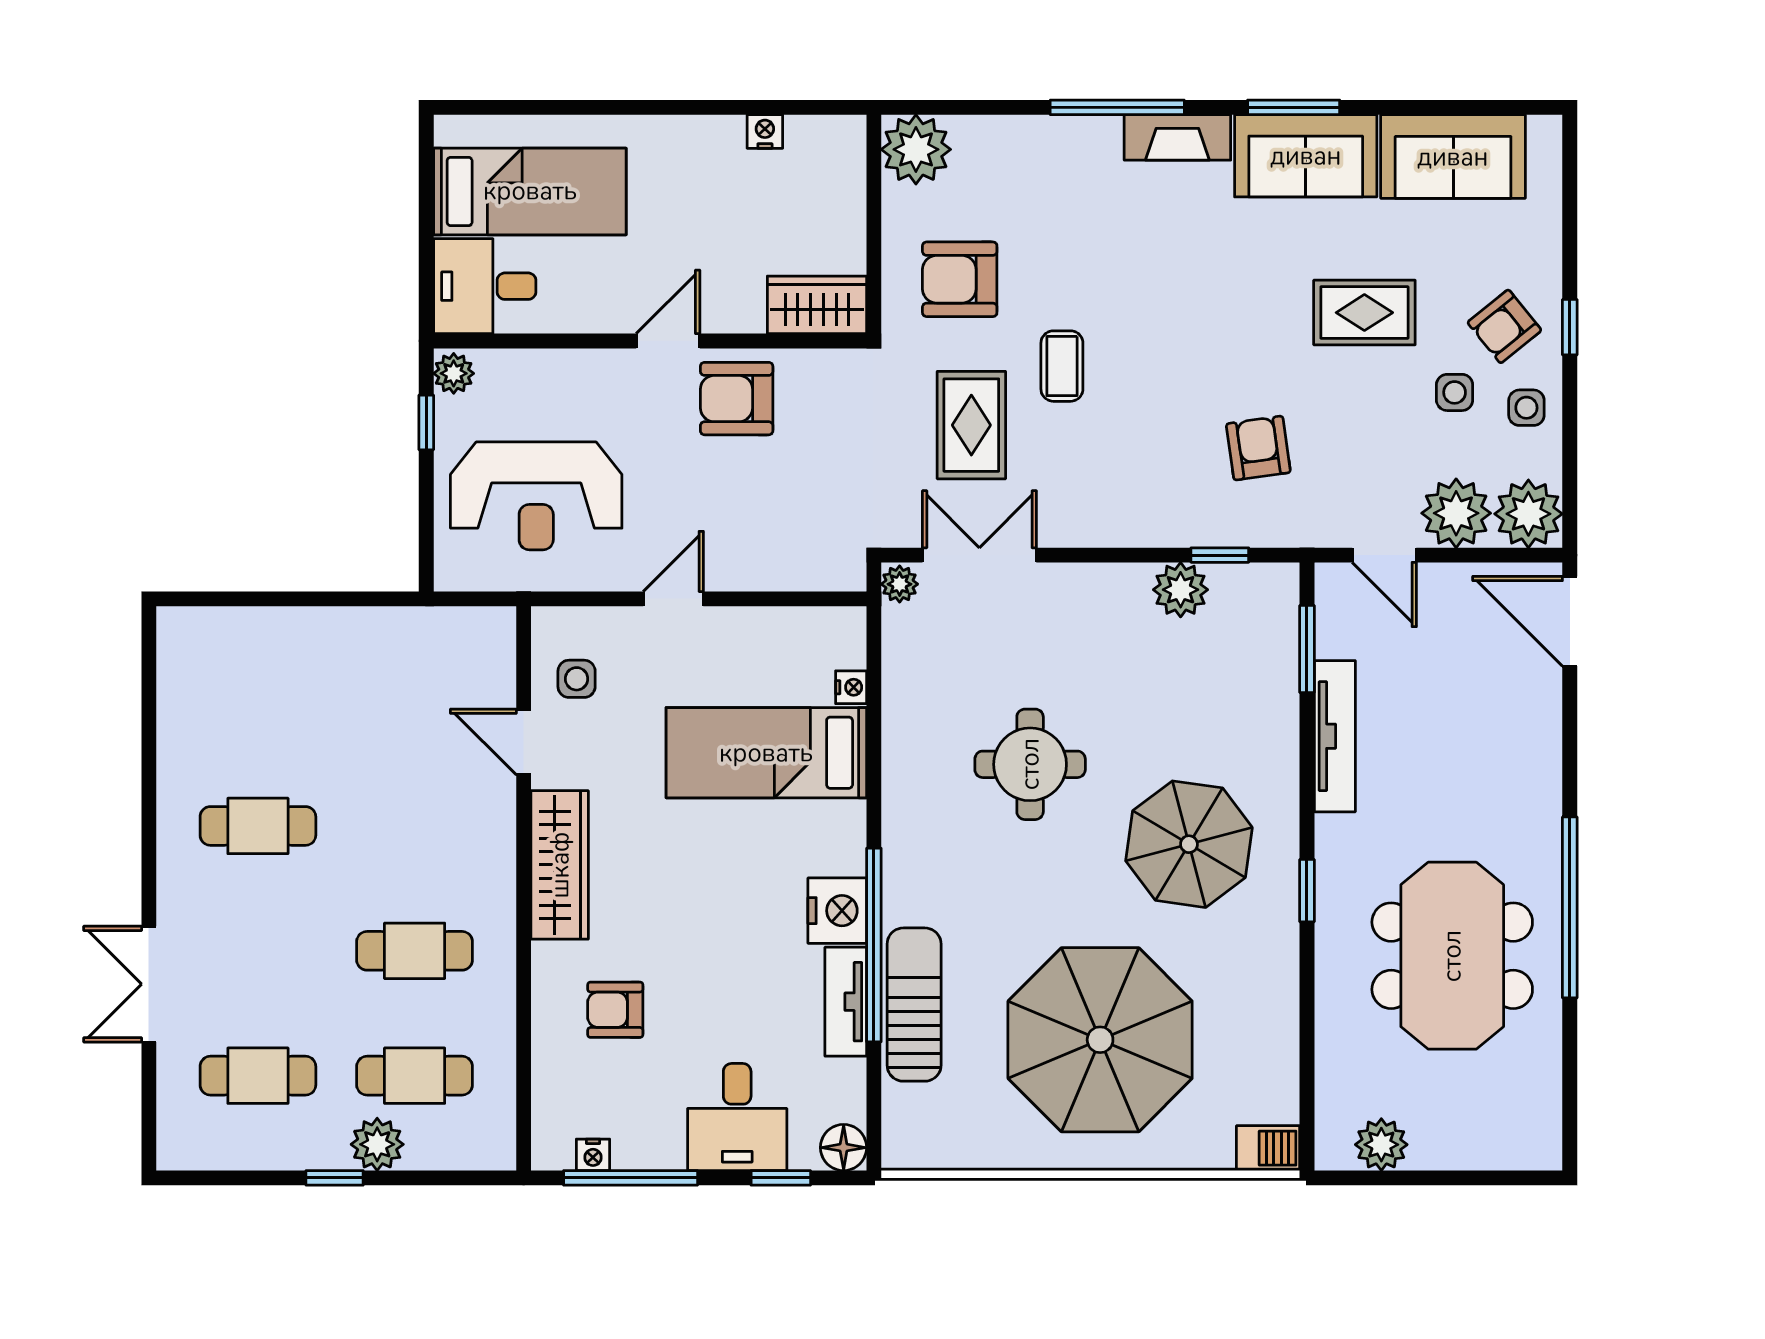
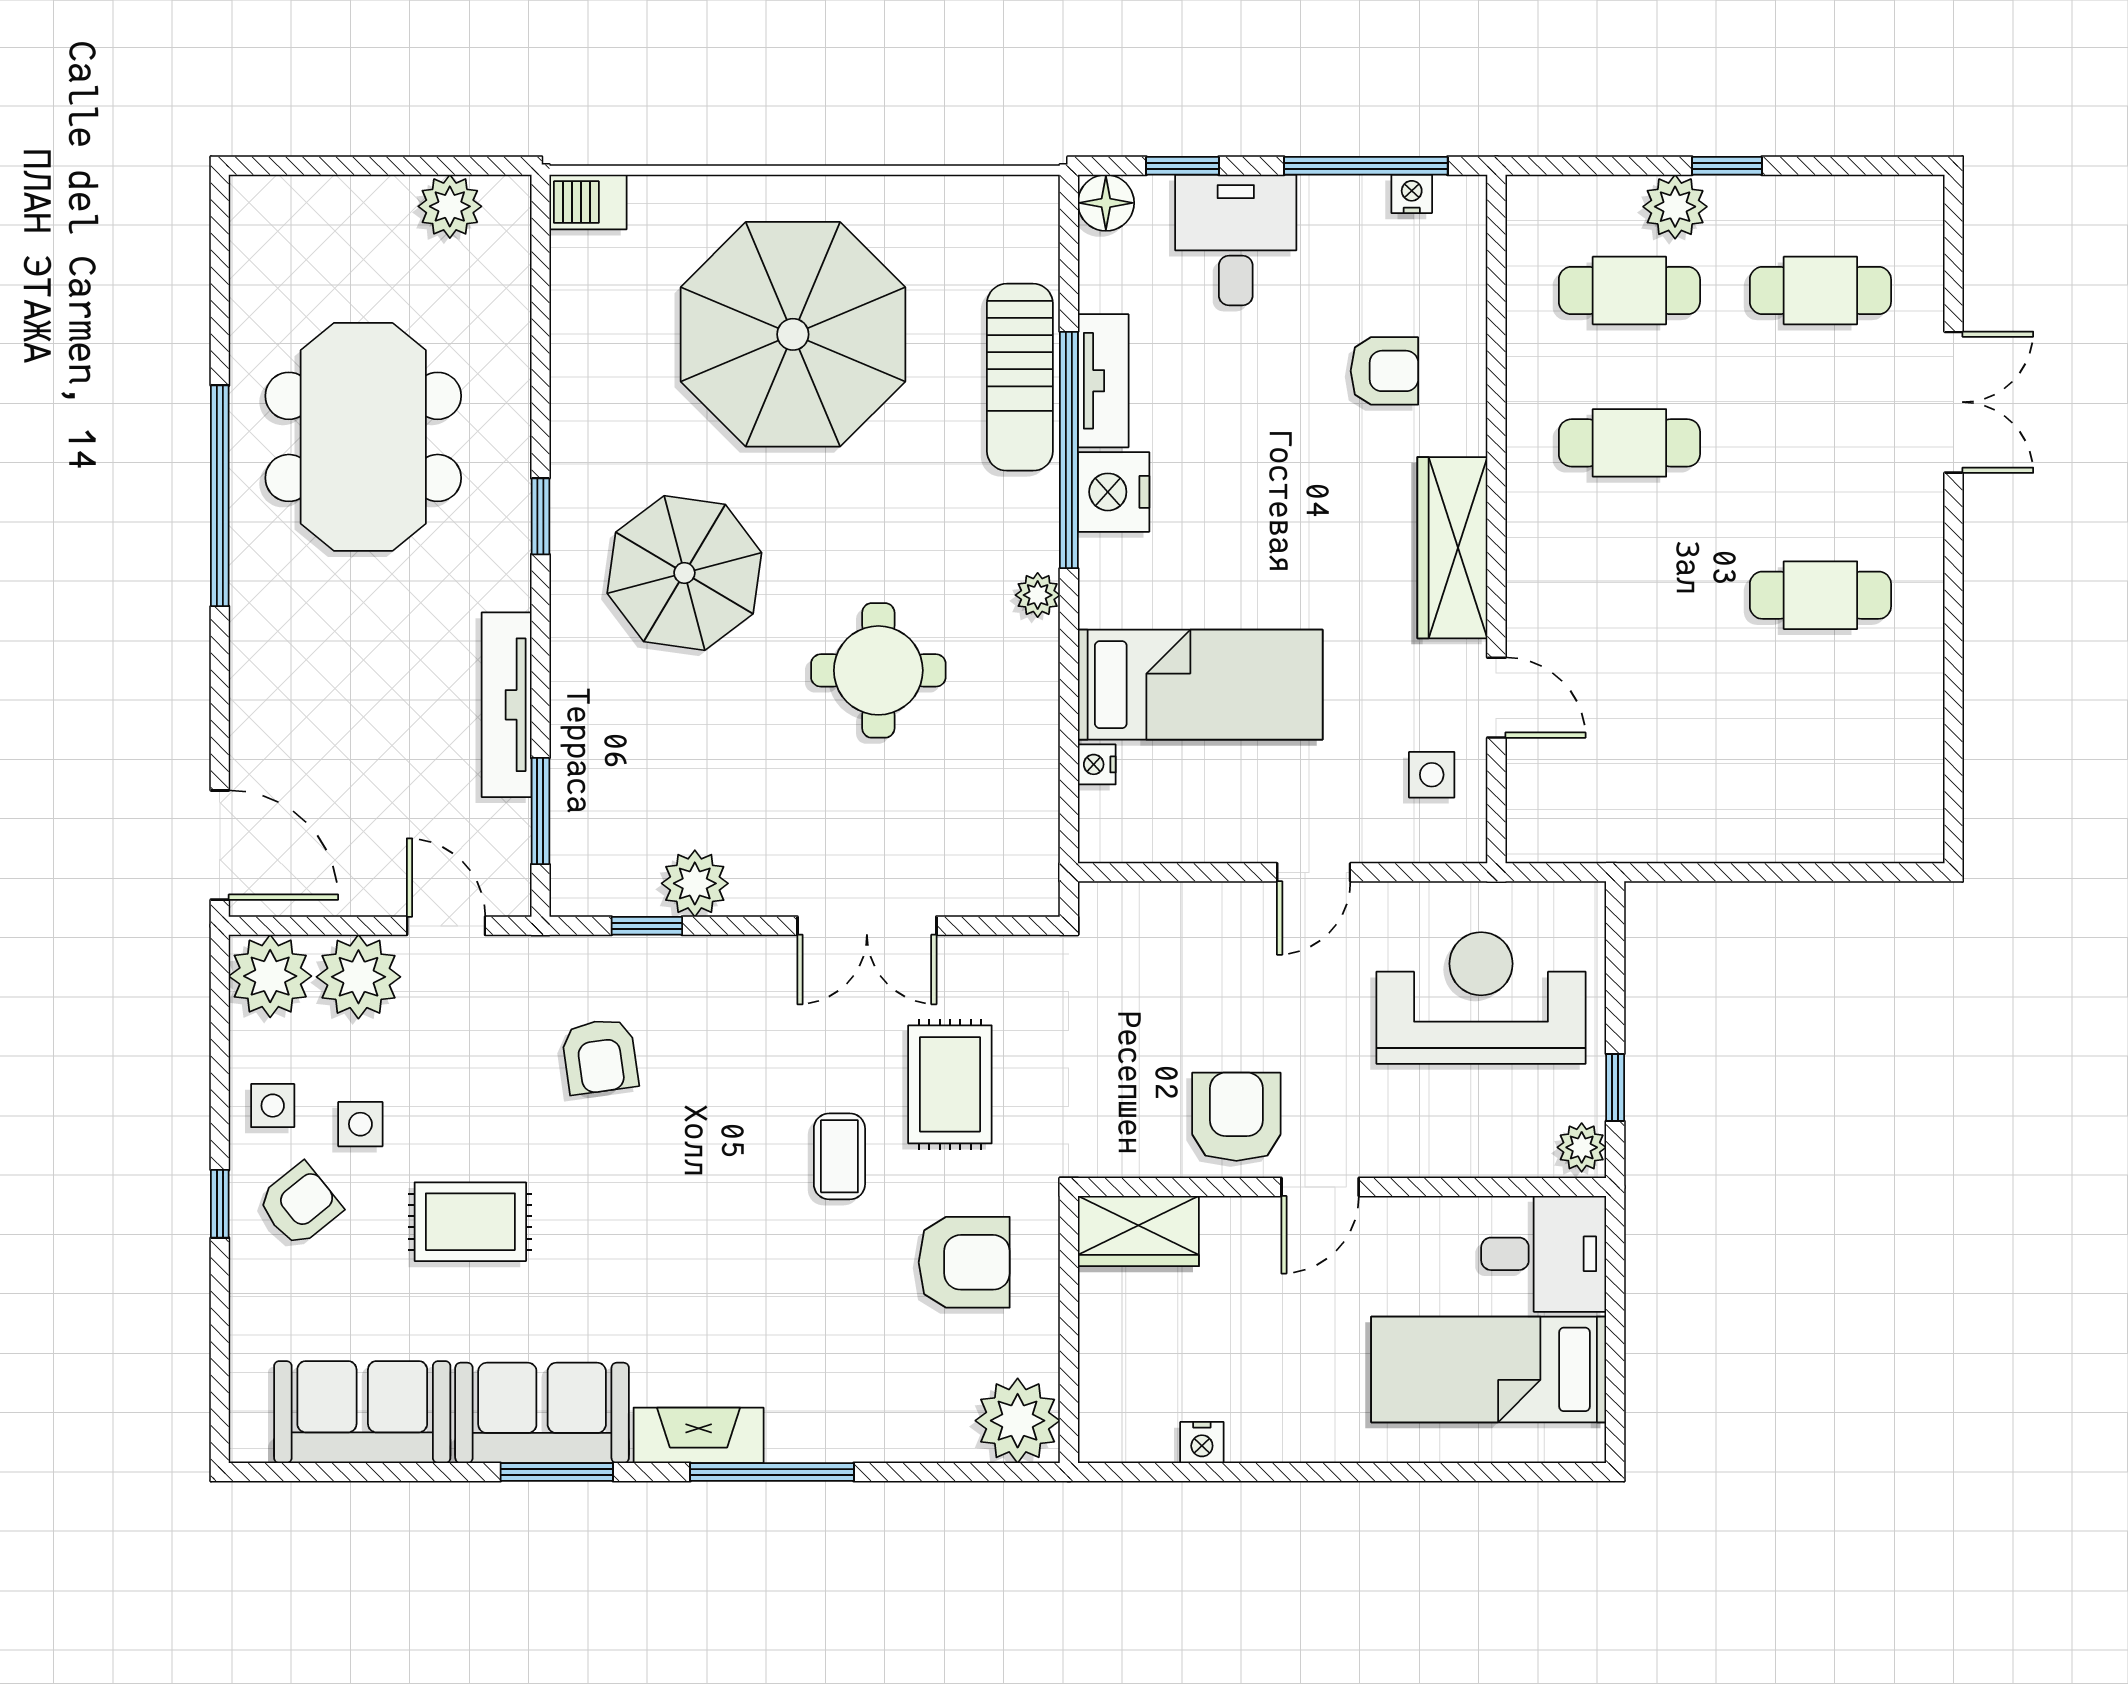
armchair: (737, 399) -> (1236, 1117), turned -90
double door: (979, 555) -> (867, 926), moved
plant: (900, 584) -> (1038, 595), moved

